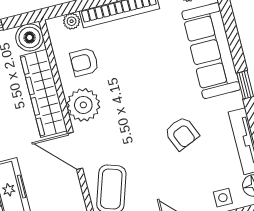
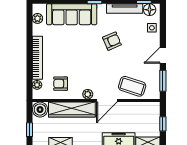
armchair: (84, 62) -> (61, 84), turned 90
plant: (83, 105) -> (88, 94), width x0.53, depth x0.53

